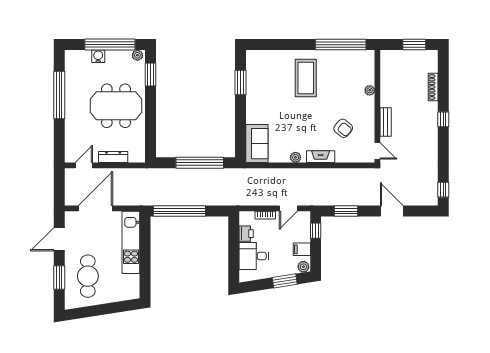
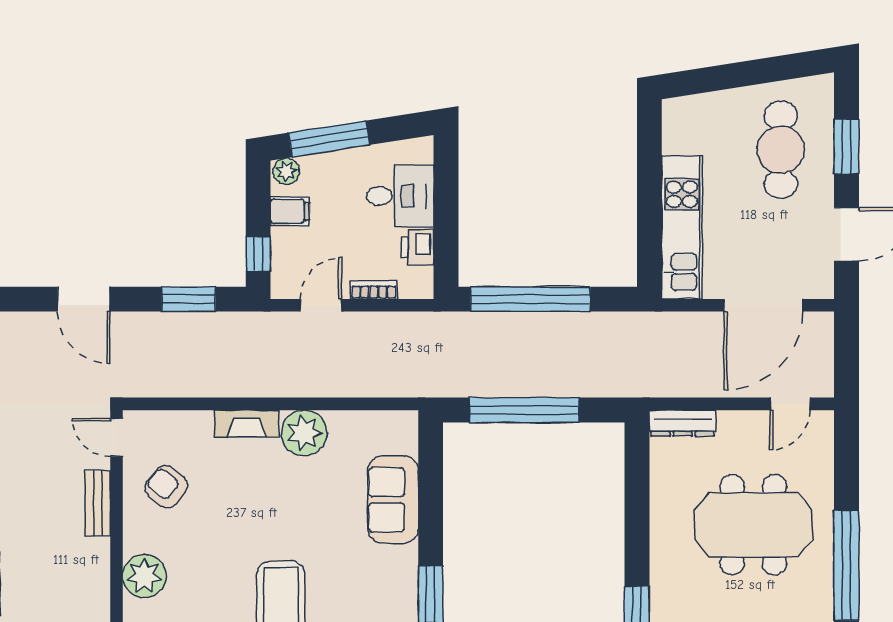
plant: (370, 90) -> (144, 576), width x1.88, depth x1.88
meeting table: (116, 106) -> (753, 525), moved
armchair: (343, 128) -> (166, 487), moved
sofa: (257, 144) -> (393, 500), moved
dresser: (113, 157) -> (683, 423), moved
plant: (296, 157) -> (304, 433), width x1.88, depth x1.88
window: (179, 211) -> (530, 299), moved
window: (285, 281) -> (329, 139), width x1.44

